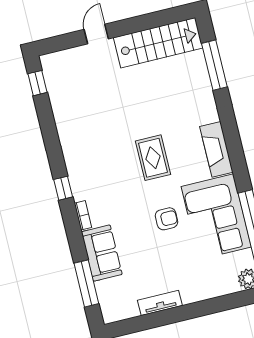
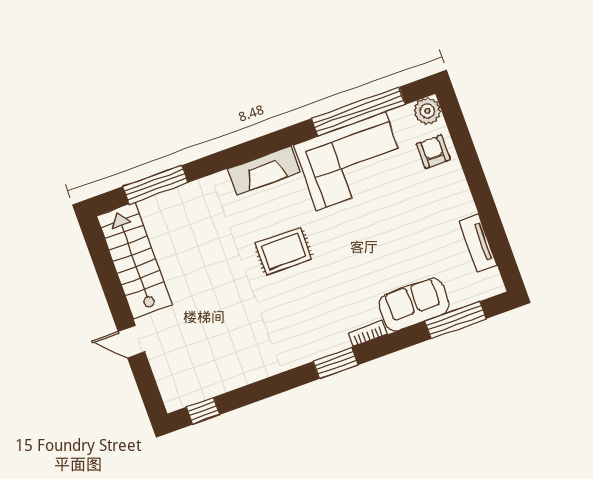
window: (63, 188) -> (335, 363), width x1.50
armchair: (166, 219) -> (433, 152), moved
tv unit: (160, 303) -> (478, 243), moved

